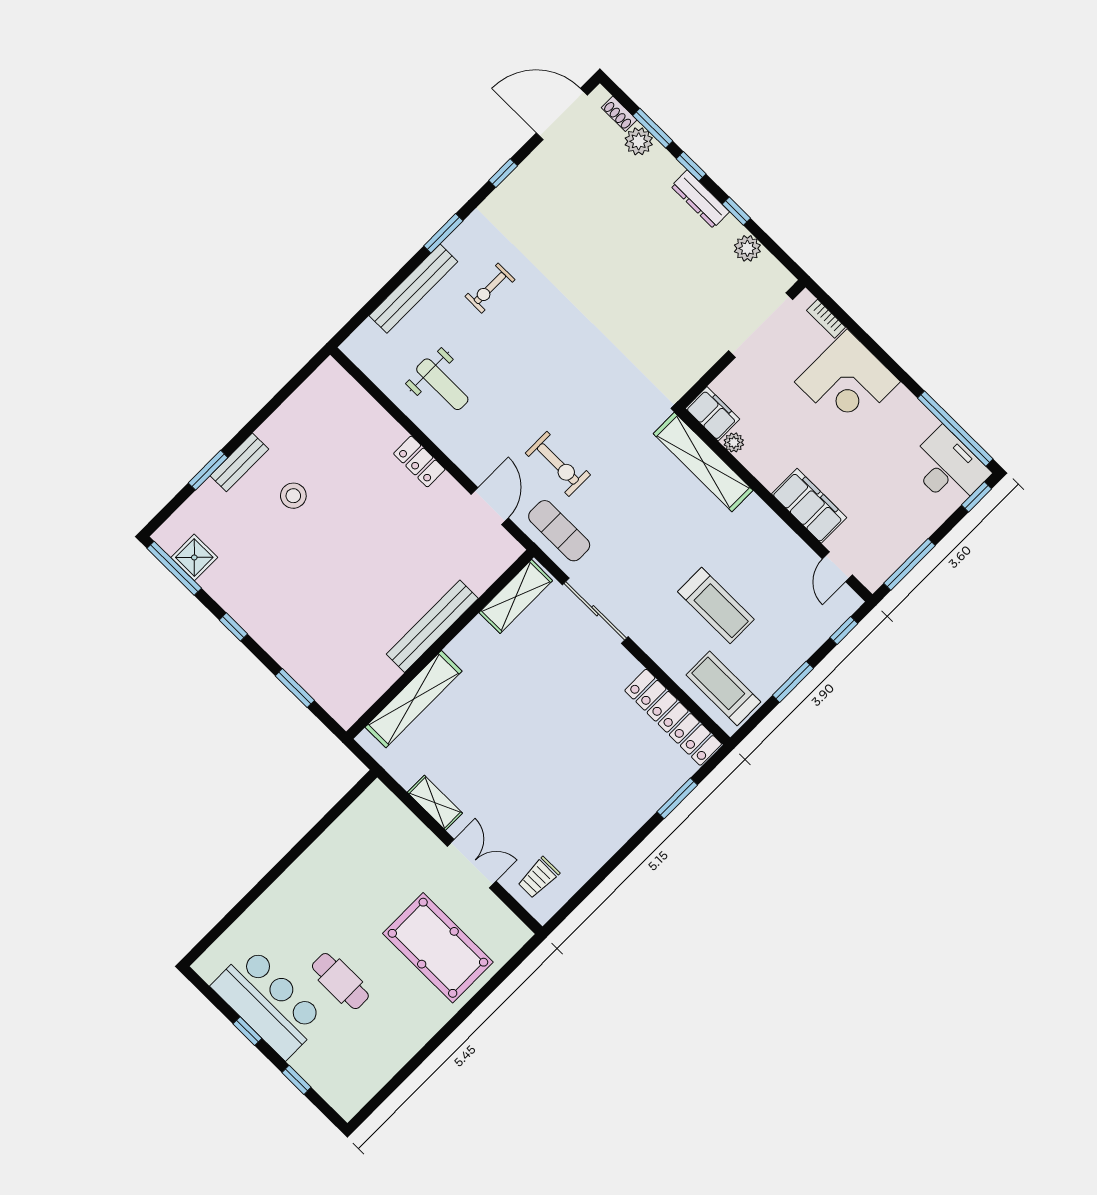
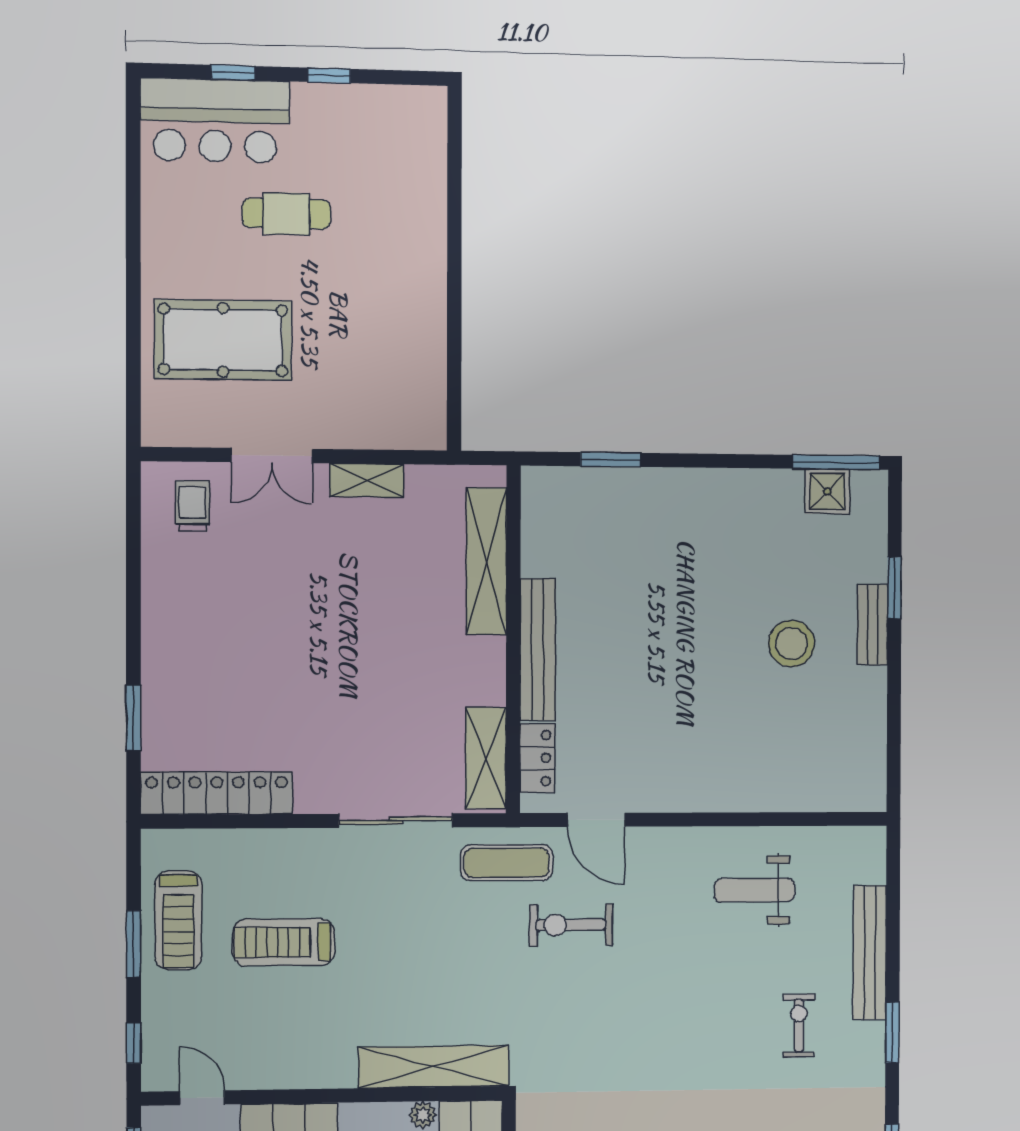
locker: (419, 461) -> (537, 758), moved, turned 90
stool: (293, 496) -> (792, 644), width x1.38, depth x1.38
window: (233, 627) -> (726, 461), removed
treadmill: (723, 688) -> (178, 920), moved, turned 90
bar counter: (268, 1003) -> (215, 121), moved

